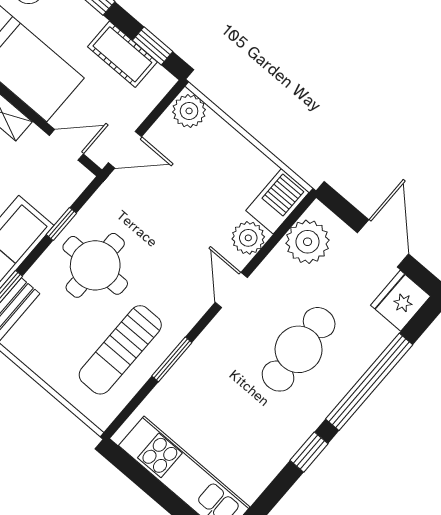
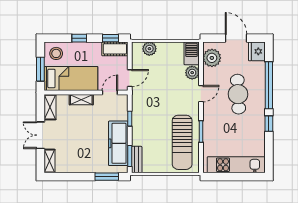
cot: (122, 54) -> (115, 49), moved
plant: (189, 111) -> (149, 49), moved
round table: (95, 265) -> (151, 123), removed
door: (231, 290) -> (201, 94), swing flipped
sun lounger: (120, 350) -> (182, 142), width x1.36, depth x1.34

